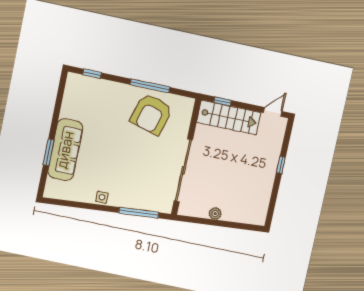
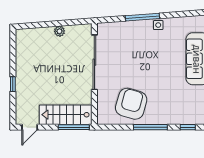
window: (150, 86) -> (150, 127), moved
window: (223, 101) -> (74, 127), width x2.17
window: (139, 213) -> (142, 17), moved

